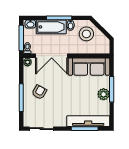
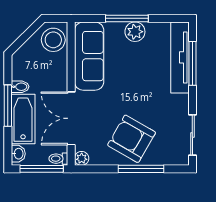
stool: (86, 34) -> (53, 40), moved
double door: (52, 56) -> (71, 118), swing flipped
armchair: (39, 92) -> (132, 139), width x1.88, depth x1.88

